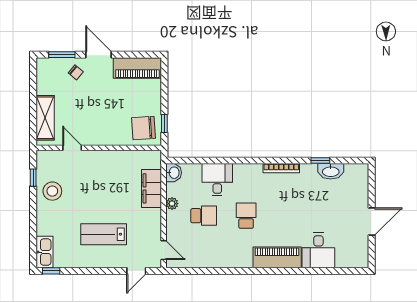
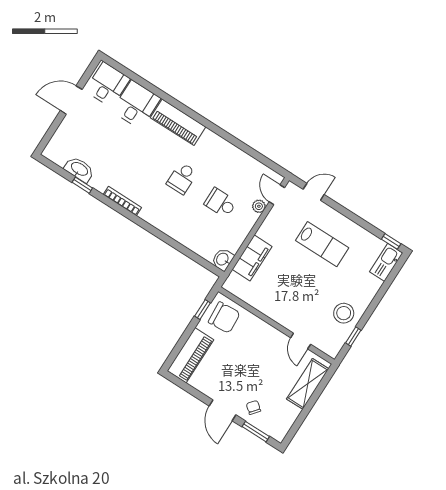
piano: (137, 68) -> (190, 355), moved, turned 90
desk: (217, 180) -> (108, 85), moved, turned 180
plant: (172, 204) -> (259, 206), moved

